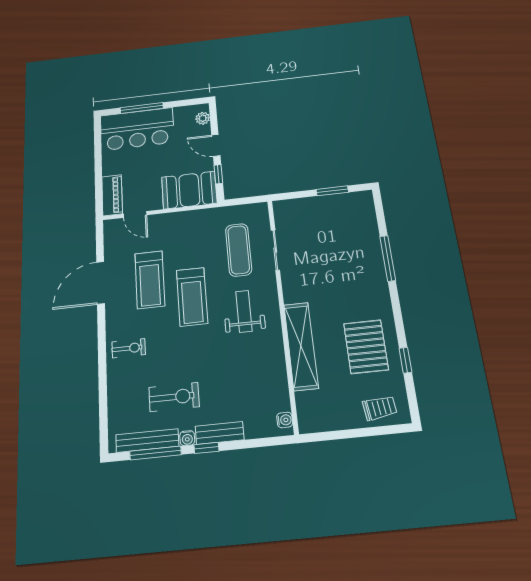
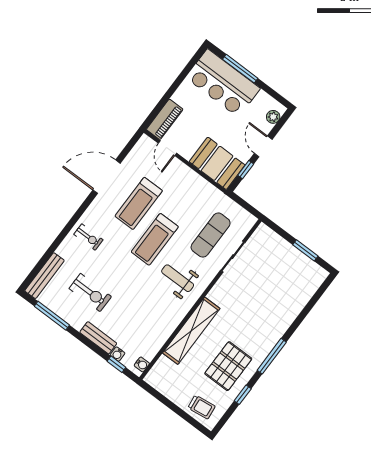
window: (388, 258) -> (272, 356), moved
weight bench: (244, 311) -> (178, 278), turned -90
water cooler: (187, 438) -> (118, 354), moved
bench: (147, 441) -> (45, 276), moved, turned 90
window: (206, 448) -> (116, 364), moved

